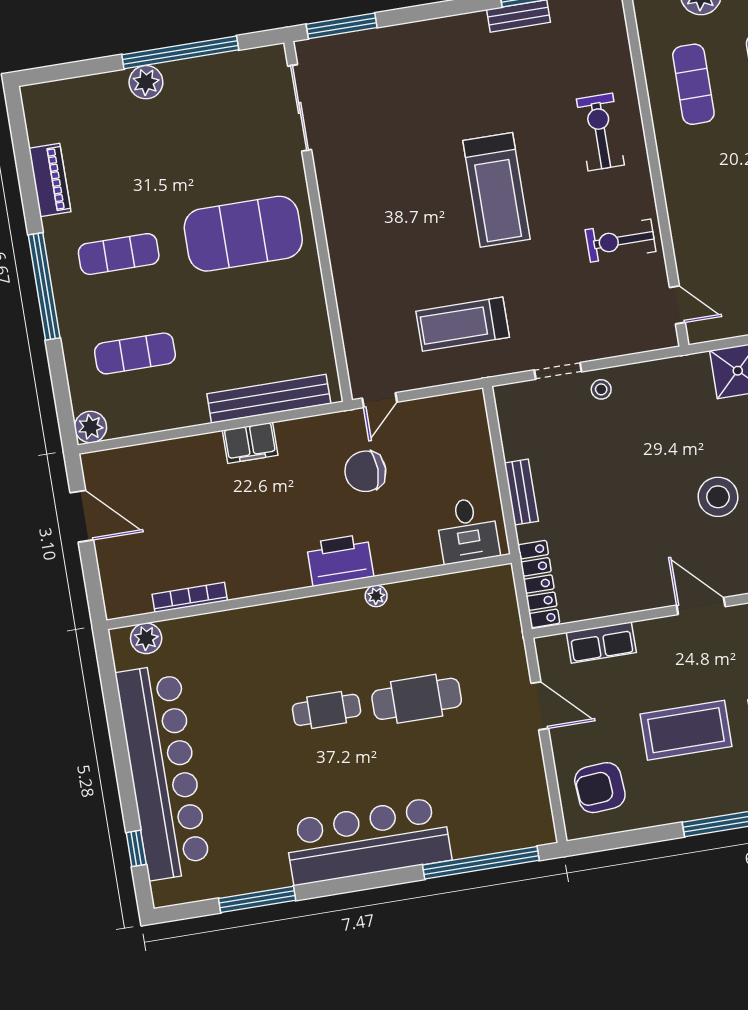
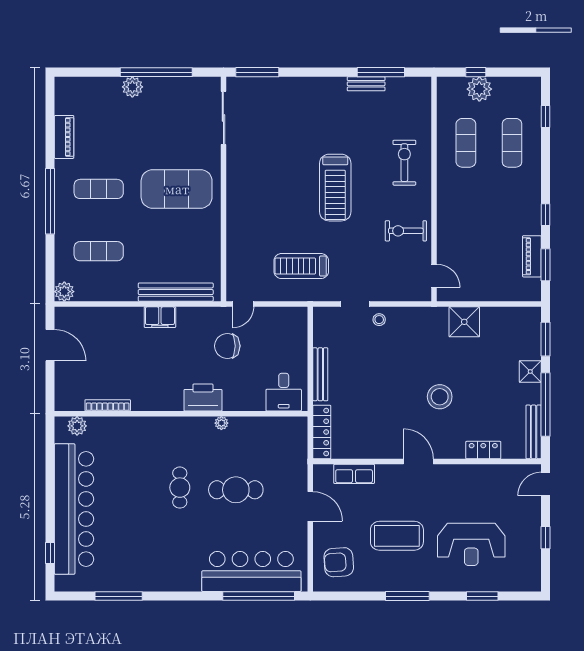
bench: (521, 492) -> (320, 374), width x1.36
cafe table: (327, 710) -> (180, 488), turned 90
bar counter: (368, 841) -> (251, 571), moved

